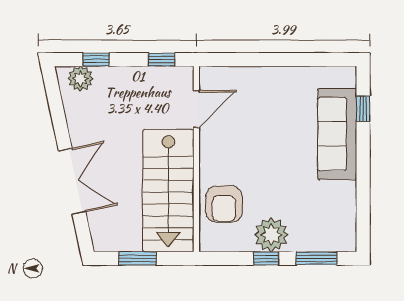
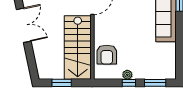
double door: (72, 181) -> (24, 25), moved
plant: (271, 235) -> (127, 75), width x0.53, depth x0.53

